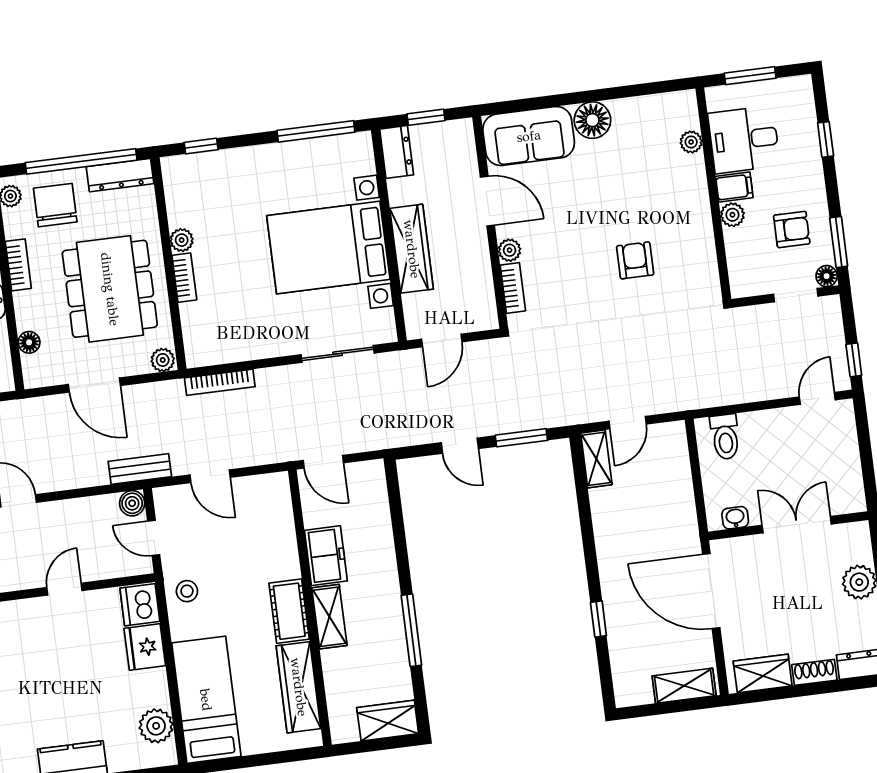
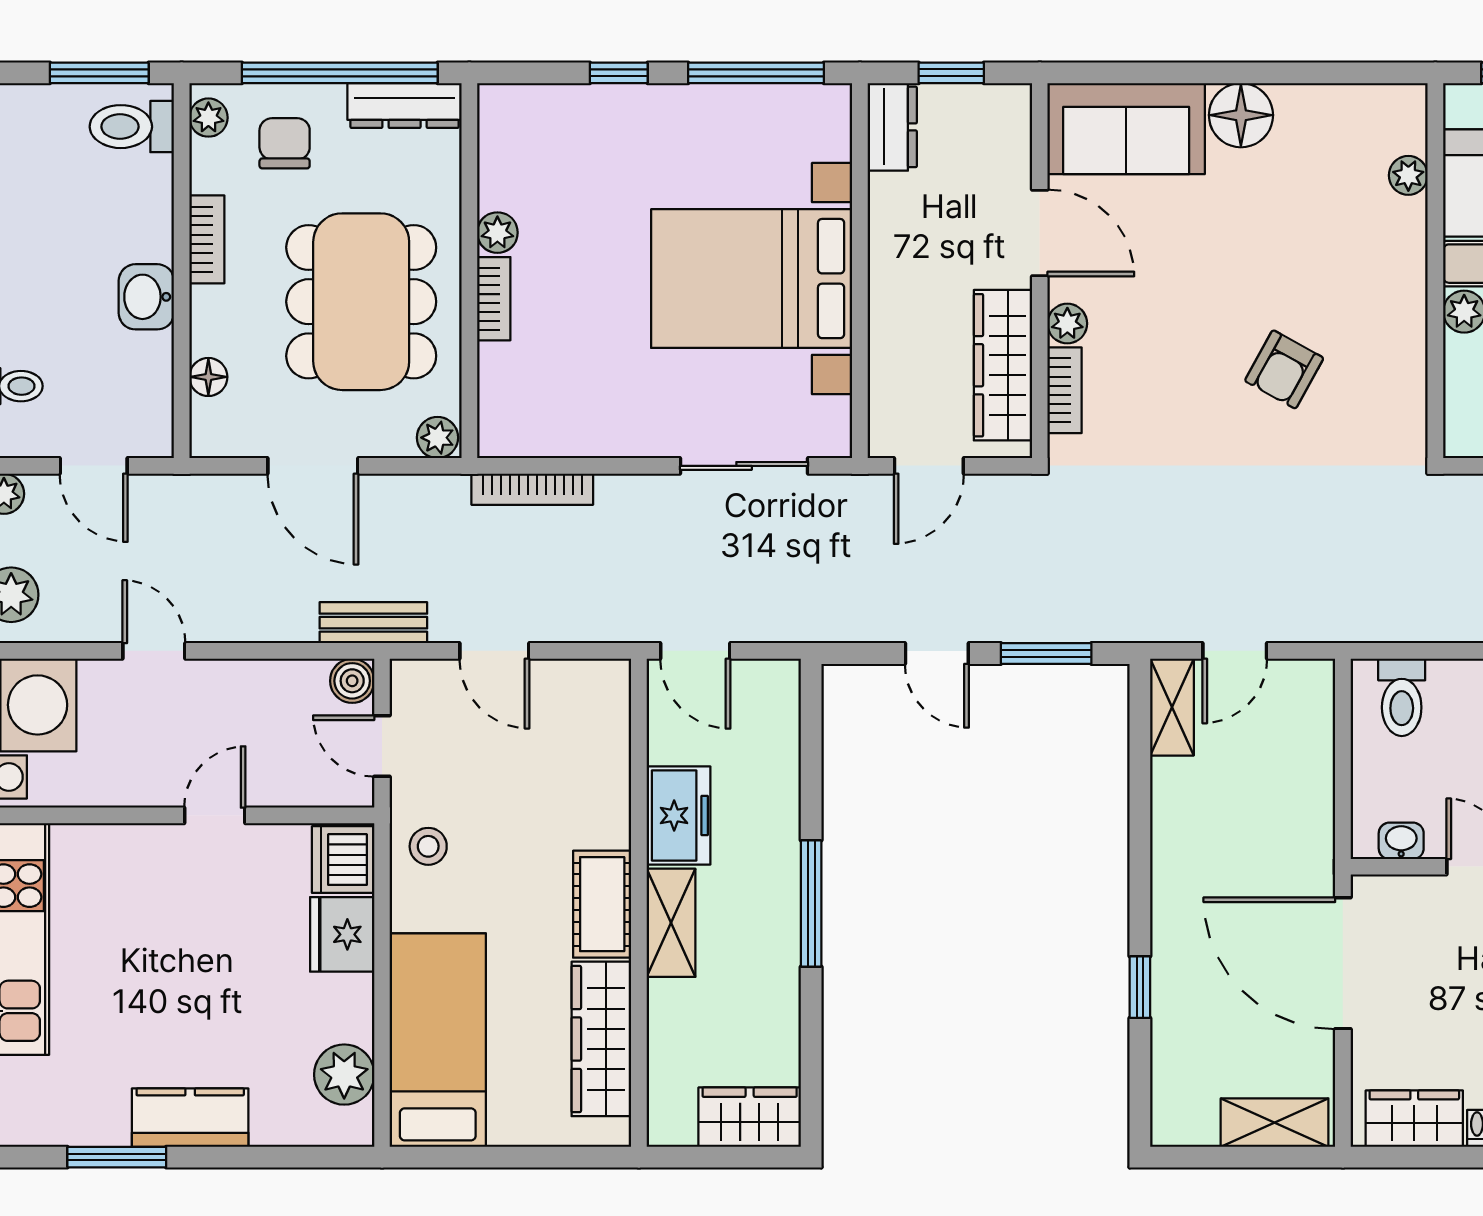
window: (201, 146) -> (619, 73), moved
chair: (55, 205) -> (285, 143), width x0.73, depth x0.73
wardrobe: (412, 249) -> (1003, 365), moved, turned 180
armchair: (635, 260) -> (1284, 369), turned -151
window: (411, 630) -> (811, 903), moved

